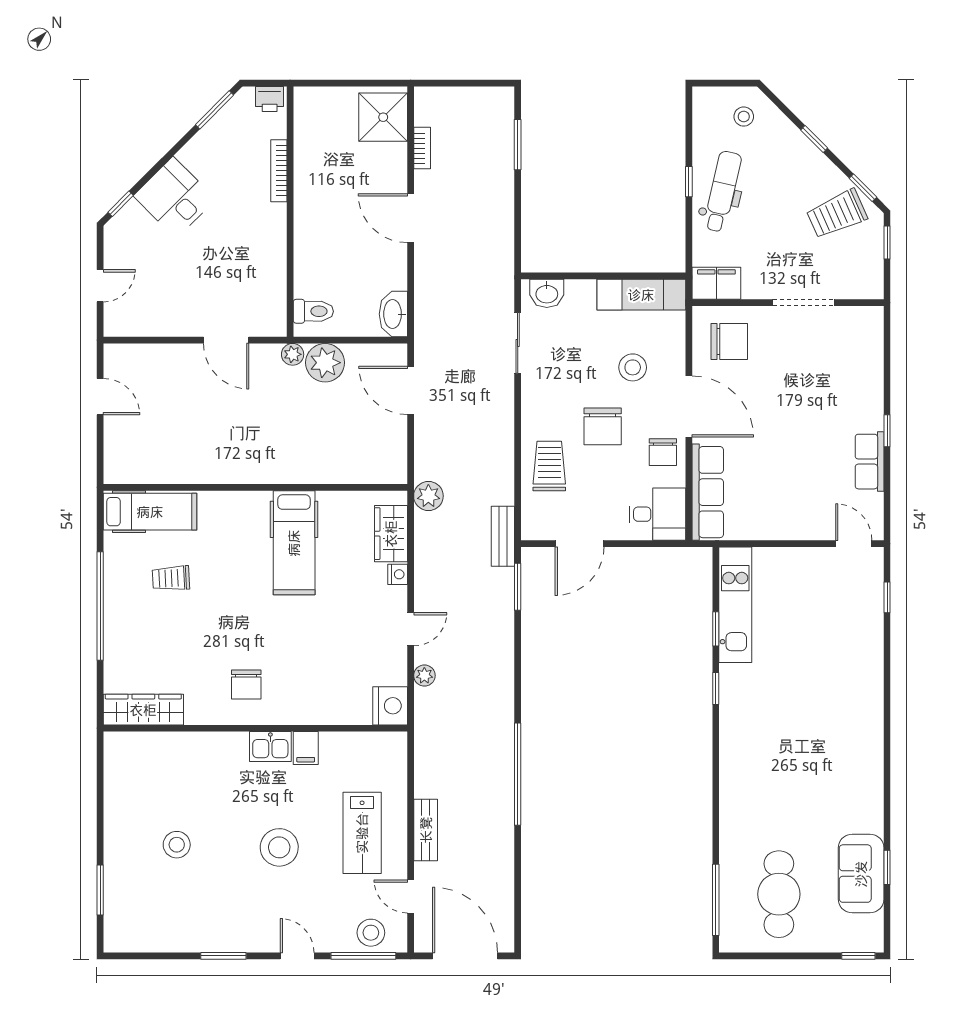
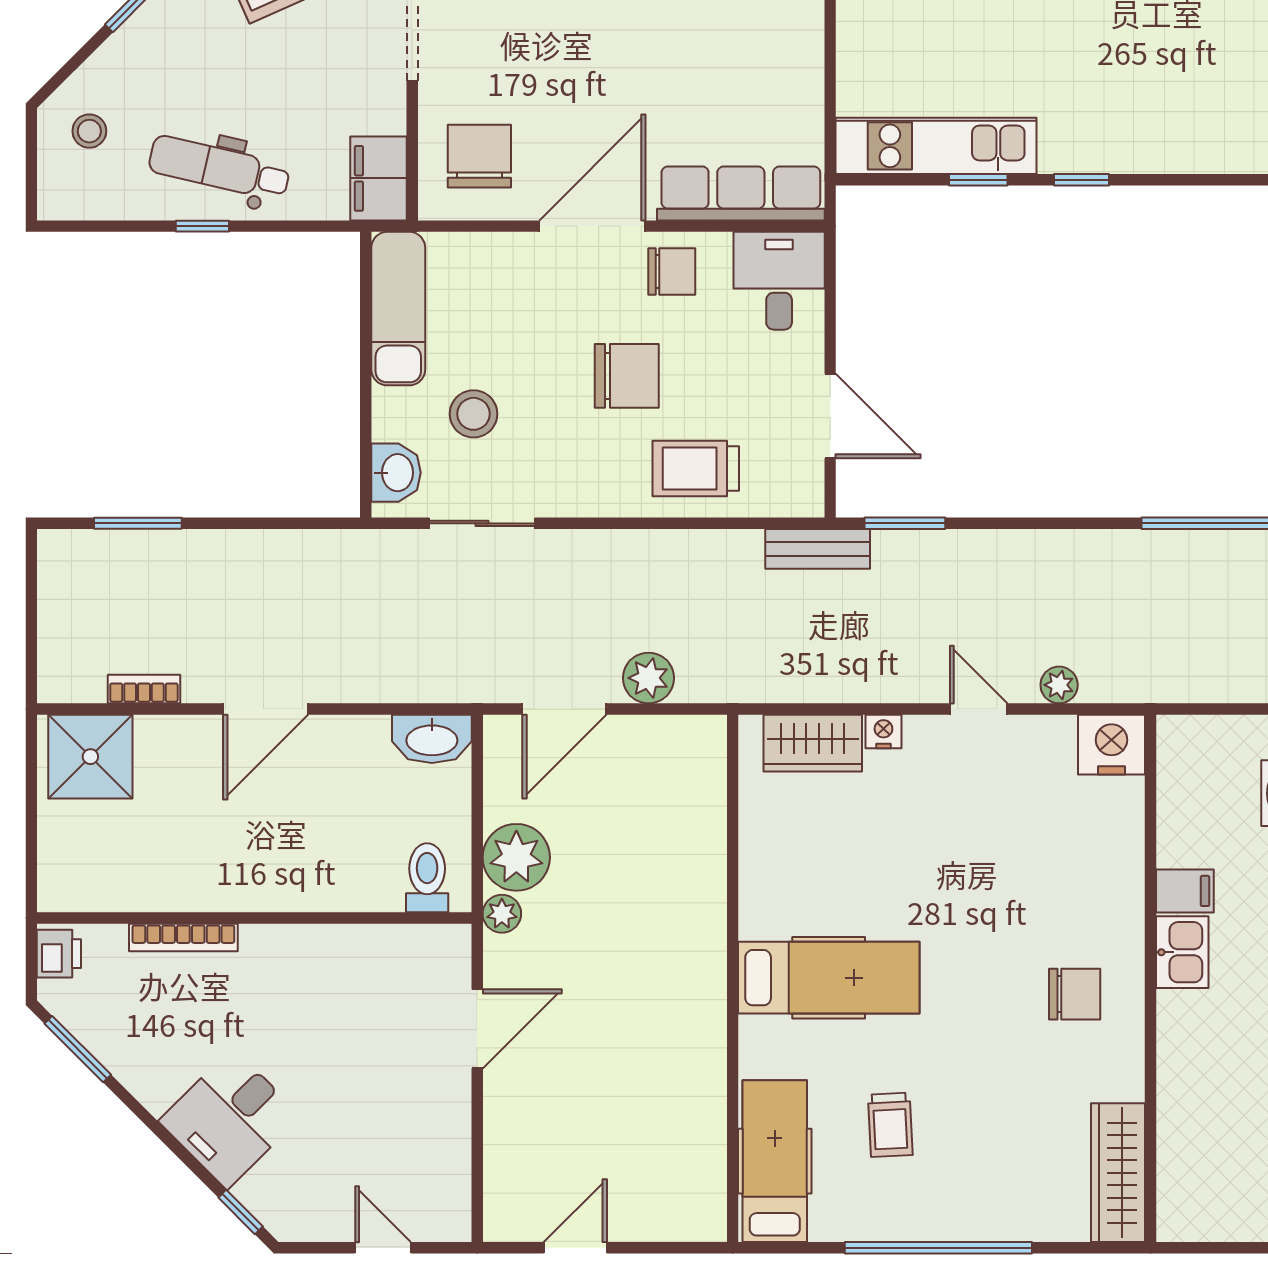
stool: (633, 367) -> (473, 414), moved
plant: (428, 496) -> (649, 678), moved
hospital bed: (294, 543) -> (829, 978), moved

